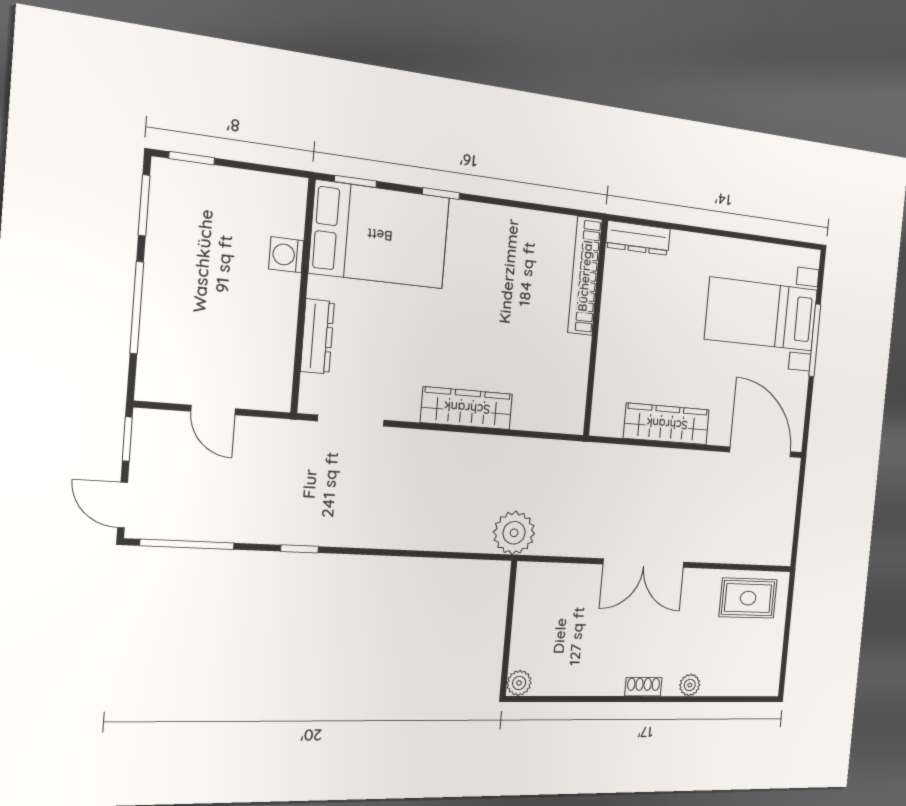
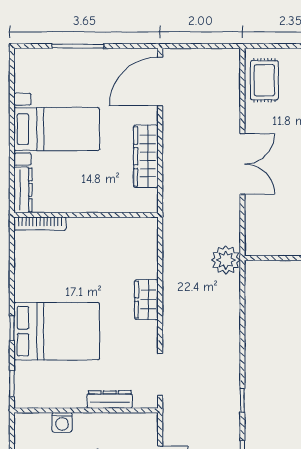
bed: (380, 235) -> (57, 331), moved, turned 90
bookcase: (585, 276) -> (40, 224), width x0.68, depth x0.76
bed with nightstands: (761, 314) -> (57, 129), moved, turned -90
wardrobe: (467, 408) -> (146, 300), width x0.67

